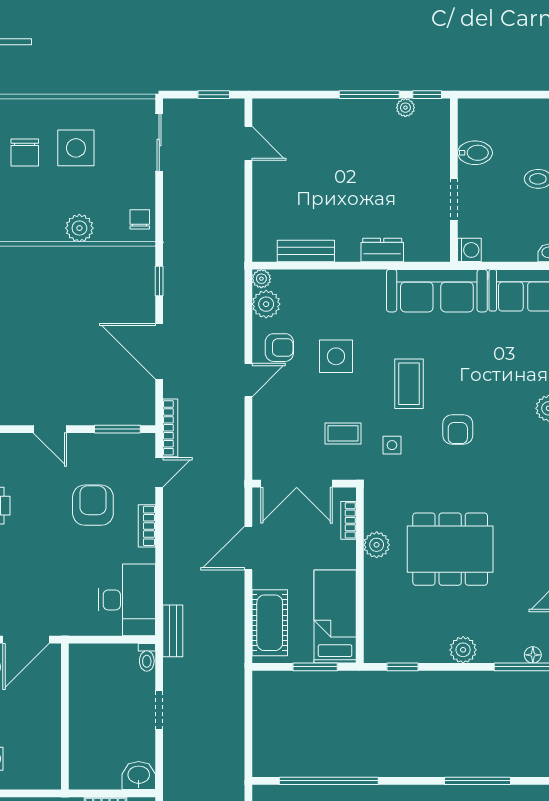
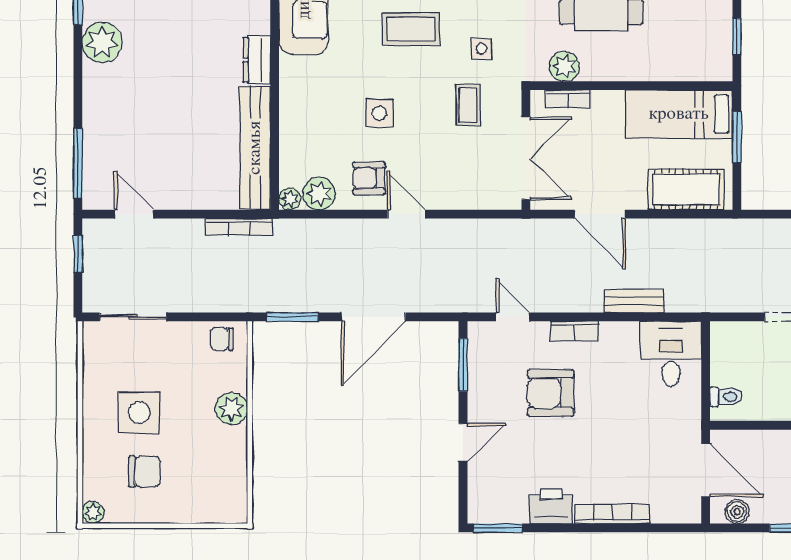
window: (369, 95) -> (78, 163), moved
plant: (405, 108) -> (102, 42), width x1.87, depth x1.87
door: (248, 143) -> (134, 214), hinge flipped
bench: (306, 251) -> (255, 148), width x1.86, depth x1.21
window: (159, 281) -> (292, 317), width x1.50
armchair: (279, 348) -> (369, 178), turned -90
side table: (336, 356) -> (379, 113), width x0.73, depth x0.73
bookcase: (170, 428) -> (239, 227), moved, turned 180
plant: (377, 545) -> (564, 66), moved
desk: (127, 600) -> (671, 354), width x0.73
bench: (173, 631) -> (634, 301), moved
toilet: (147, 657) -> (726, 397), moved

